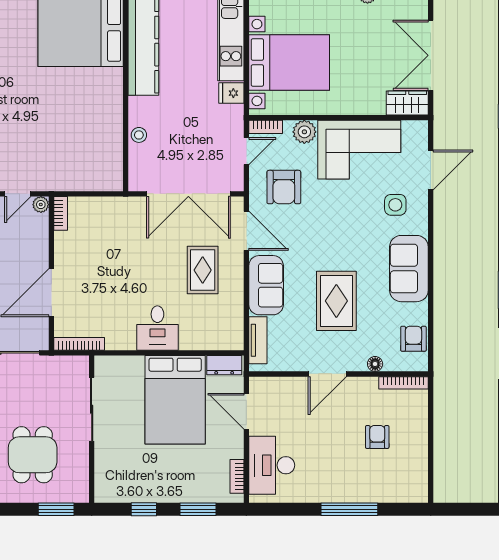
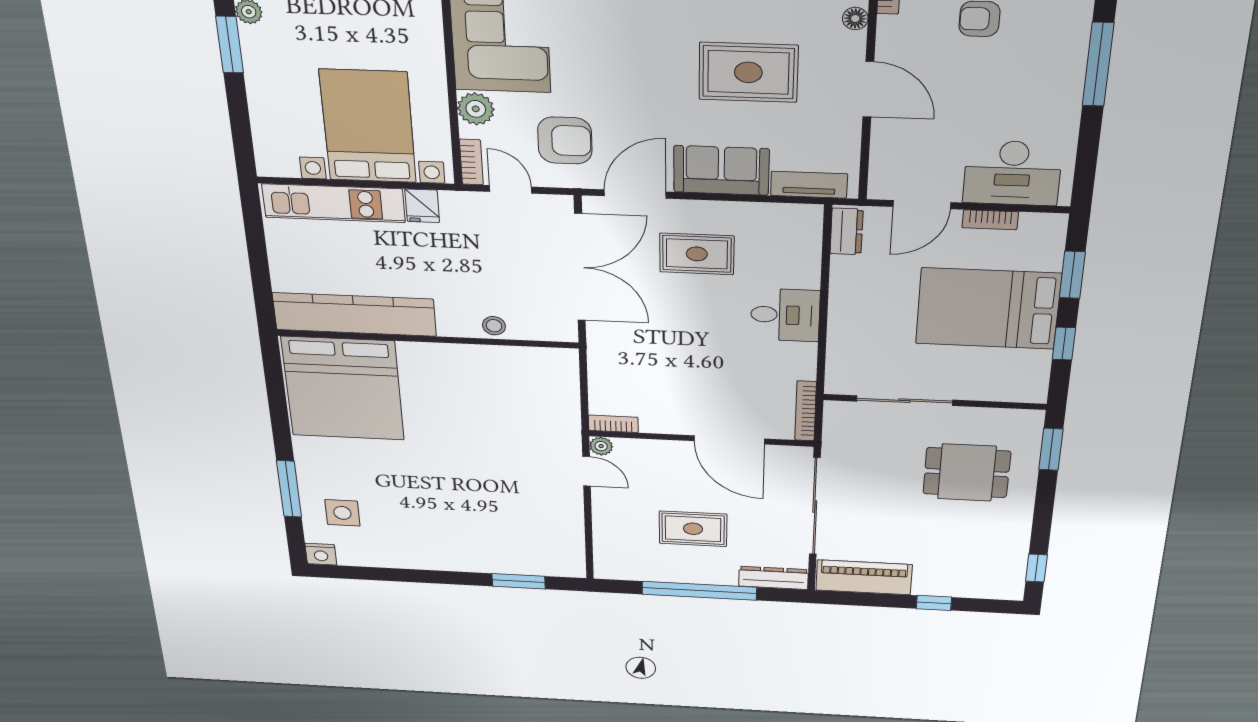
bed: (175, 400) -> (988, 309), moved, turned 180
bookcase: (237, 476) -> (990, 220), moved

